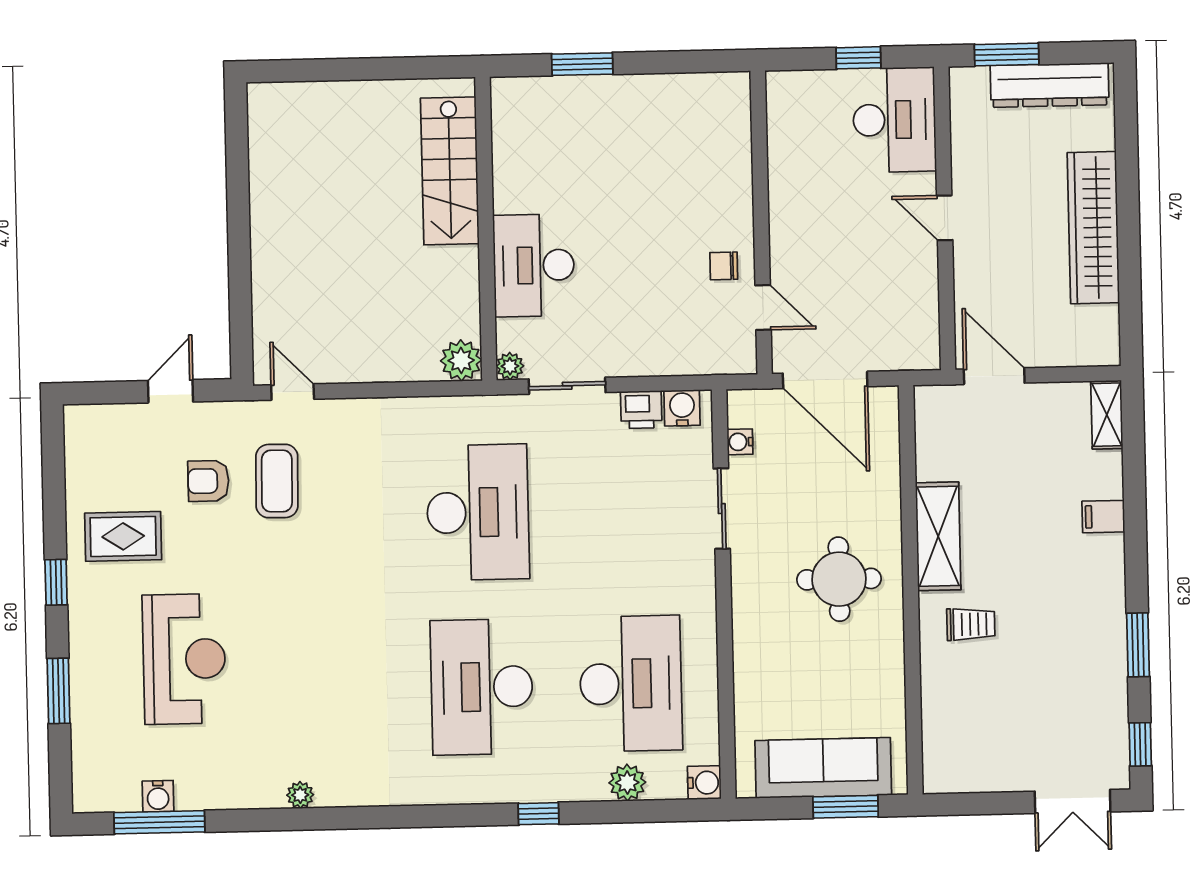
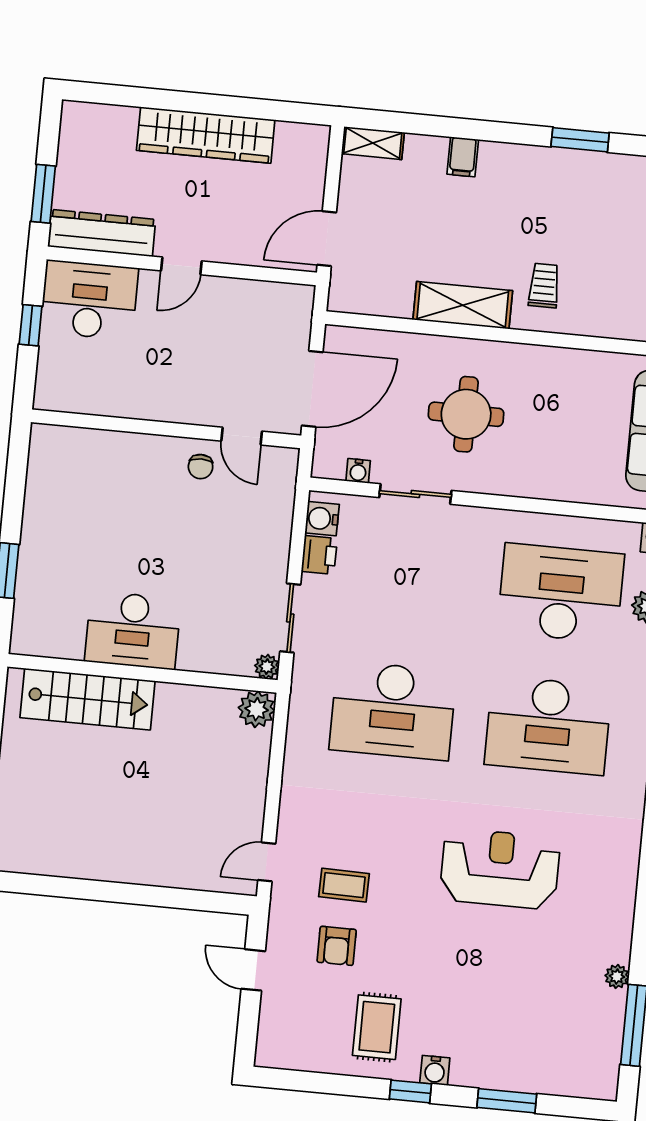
dresser: (1050, 85) -> (102, 233), moved, turned -90
desk: (534, 265) -> (133, 630), moved
door: (763, 308) -> (242, 436), swing flipped
coffee table: (277, 481) -> (344, 885), width x0.73, depth x0.77
desk: (478, 512) -> (393, 710), turned 180
round table: (839, 579) -> (466, 414), moved
reception desk: (184, 659) -> (500, 869), moved
plant: (300, 795) -> (617, 976), moved
water cooler: (158, 796) -> (435, 1070), moved, turned 90

